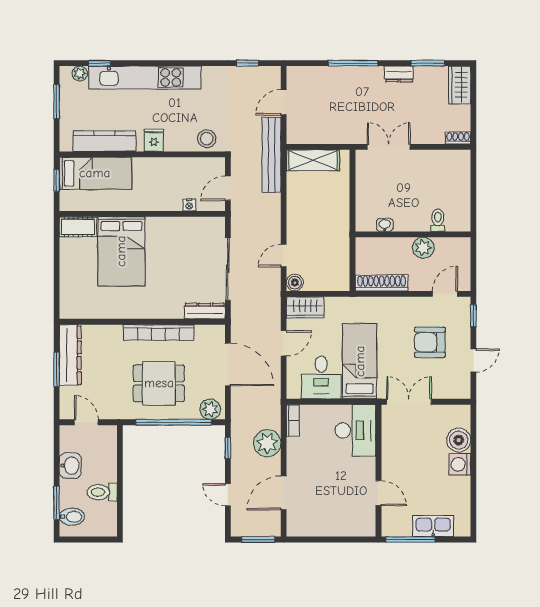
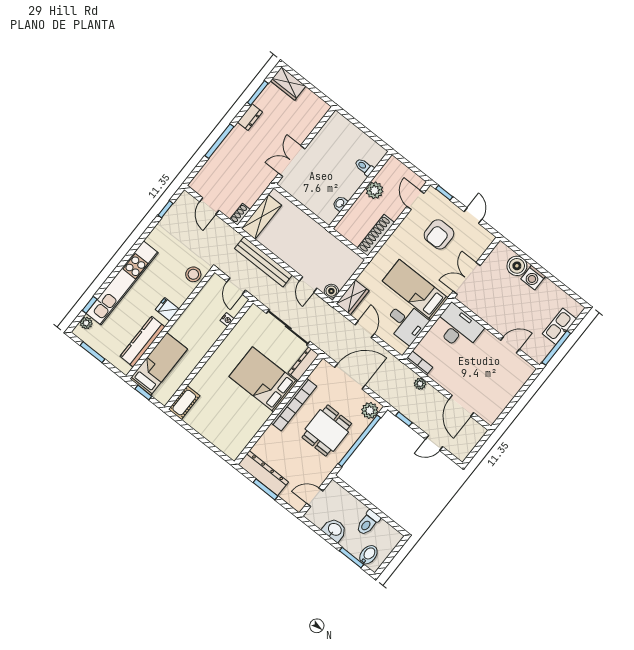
shoe rack: (458, 138) -> (240, 214), moved
bench: (271, 155) -> (263, 262), moved
bed: (121, 251) -> (263, 379), moved, turned 180
plant: (267, 443) -> (420, 384), width x0.53, depth x0.53
window: (258, 539) -> (478, 446), removed

